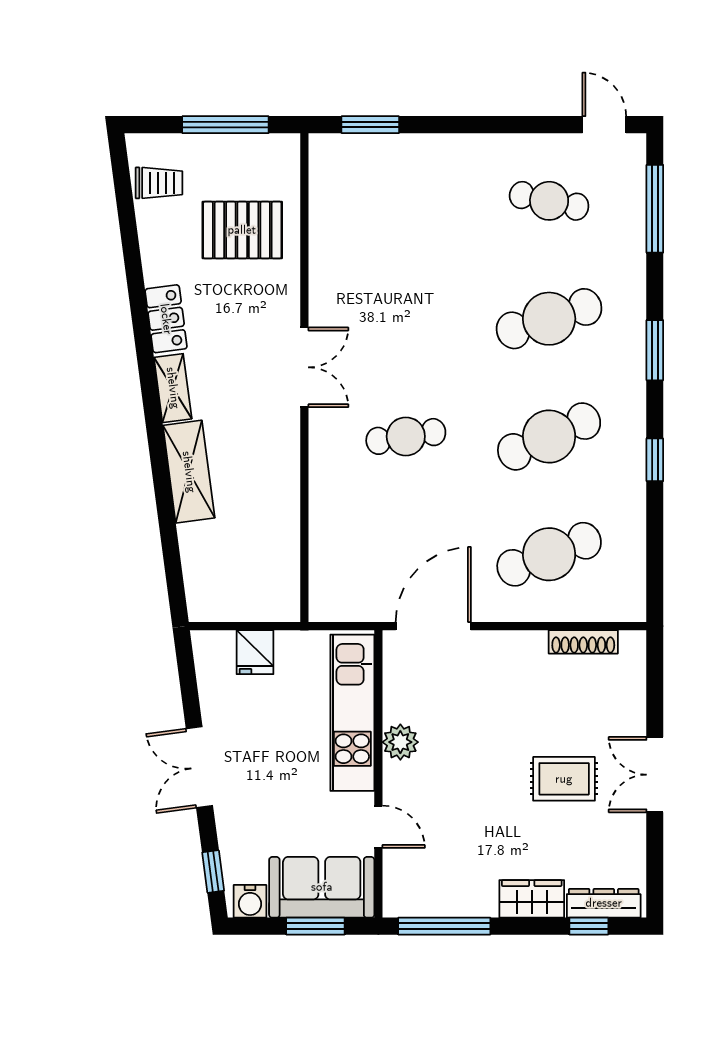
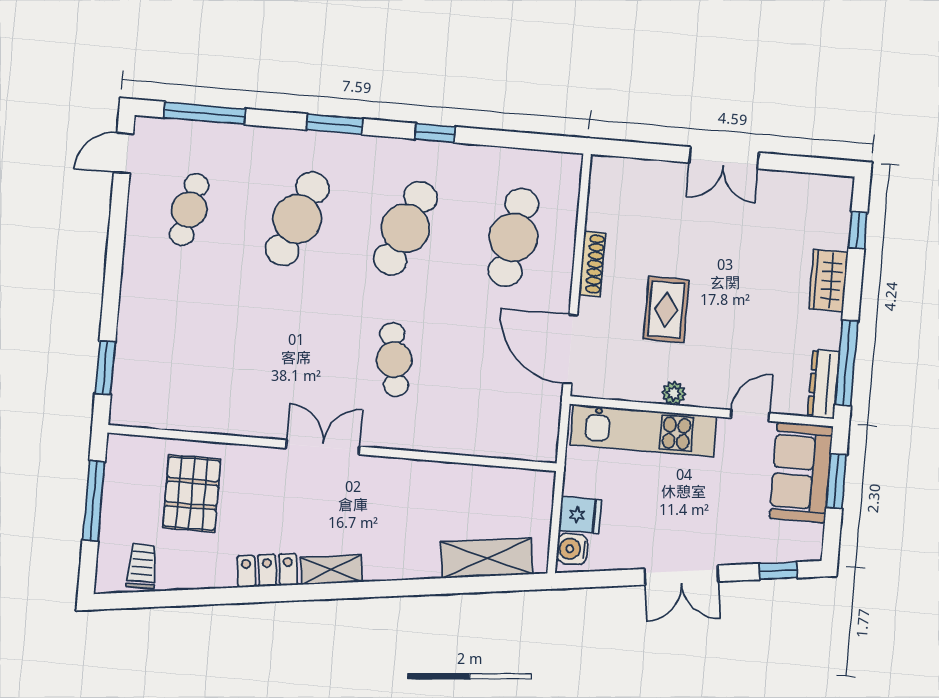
cafe table: (549, 319) -> (297, 219), turned 39
cafe table: (549, 436) -> (405, 228), turned 45
shelving: (189, 472) -> (487, 558), moved
cafe table: (549, 554) -> (513, 237), turned 30
shoe rack: (583, 642) -> (592, 264), moved
plant: (400, 742) -> (674, 393), width x0.73, depth x0.73
rug: (564, 779) -> (666, 309), moved
water cooler: (250, 901) -> (572, 549), moved, turned 180
dresser: (604, 903) -> (824, 384), moved

